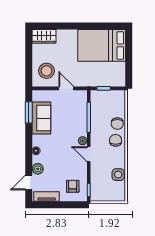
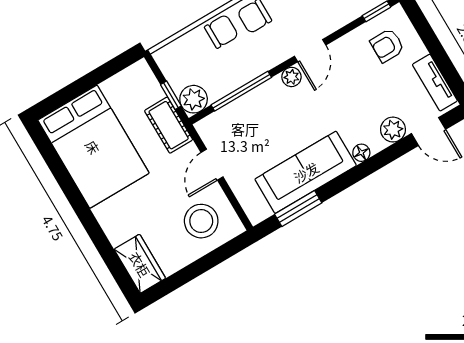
cot: (92, 80) -> (169, 125), added
plant: (97, 96) -> (194, 99), added
sofa: (41, 118) -> (306, 172), width x1.36

